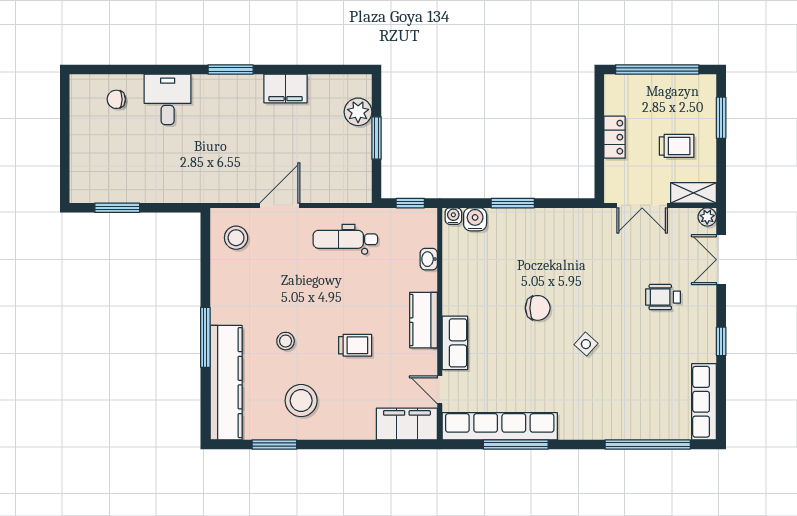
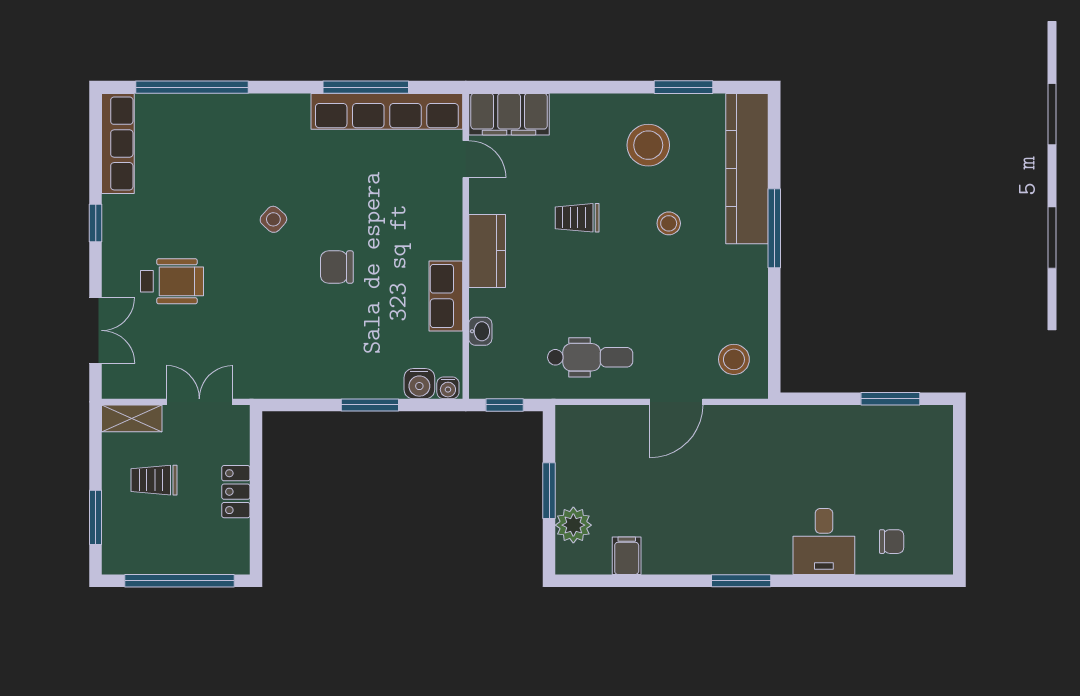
filing cabinet: (285, 89) -> (627, 556), moved, width x0.50
plant: (707, 217) -> (114, 387), removed
wheelchair: (663, 297) -> (172, 281), width x1.36, depth x1.37
row of seats: (455, 343) -> (446, 296), moved

